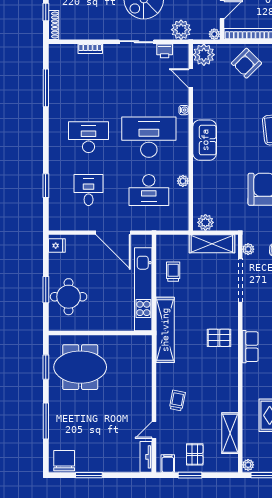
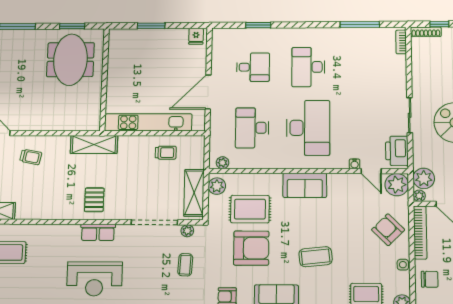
plant: (181, 30) -> (424, 178), moved
bookcase: (90, 49) -> (401, 42), moved
printer: (165, 51) -> (397, 151), width x1.87, depth x1.48
door: (191, 78) -> (371, 171), swing flipped
water cooler: (184, 110) -> (355, 164), moved
desk: (89, 137) -> (308, 67), turned 180
plant: (183, 181) -> (222, 163), moved
rug: (227, 191) -> (250, 209), added
round table: (69, 297) -> (143, 48), removed
shelving: (165, 330) -> (94, 144), width x0.68
row of seats: (250, 347) -> (98, 232), moved

